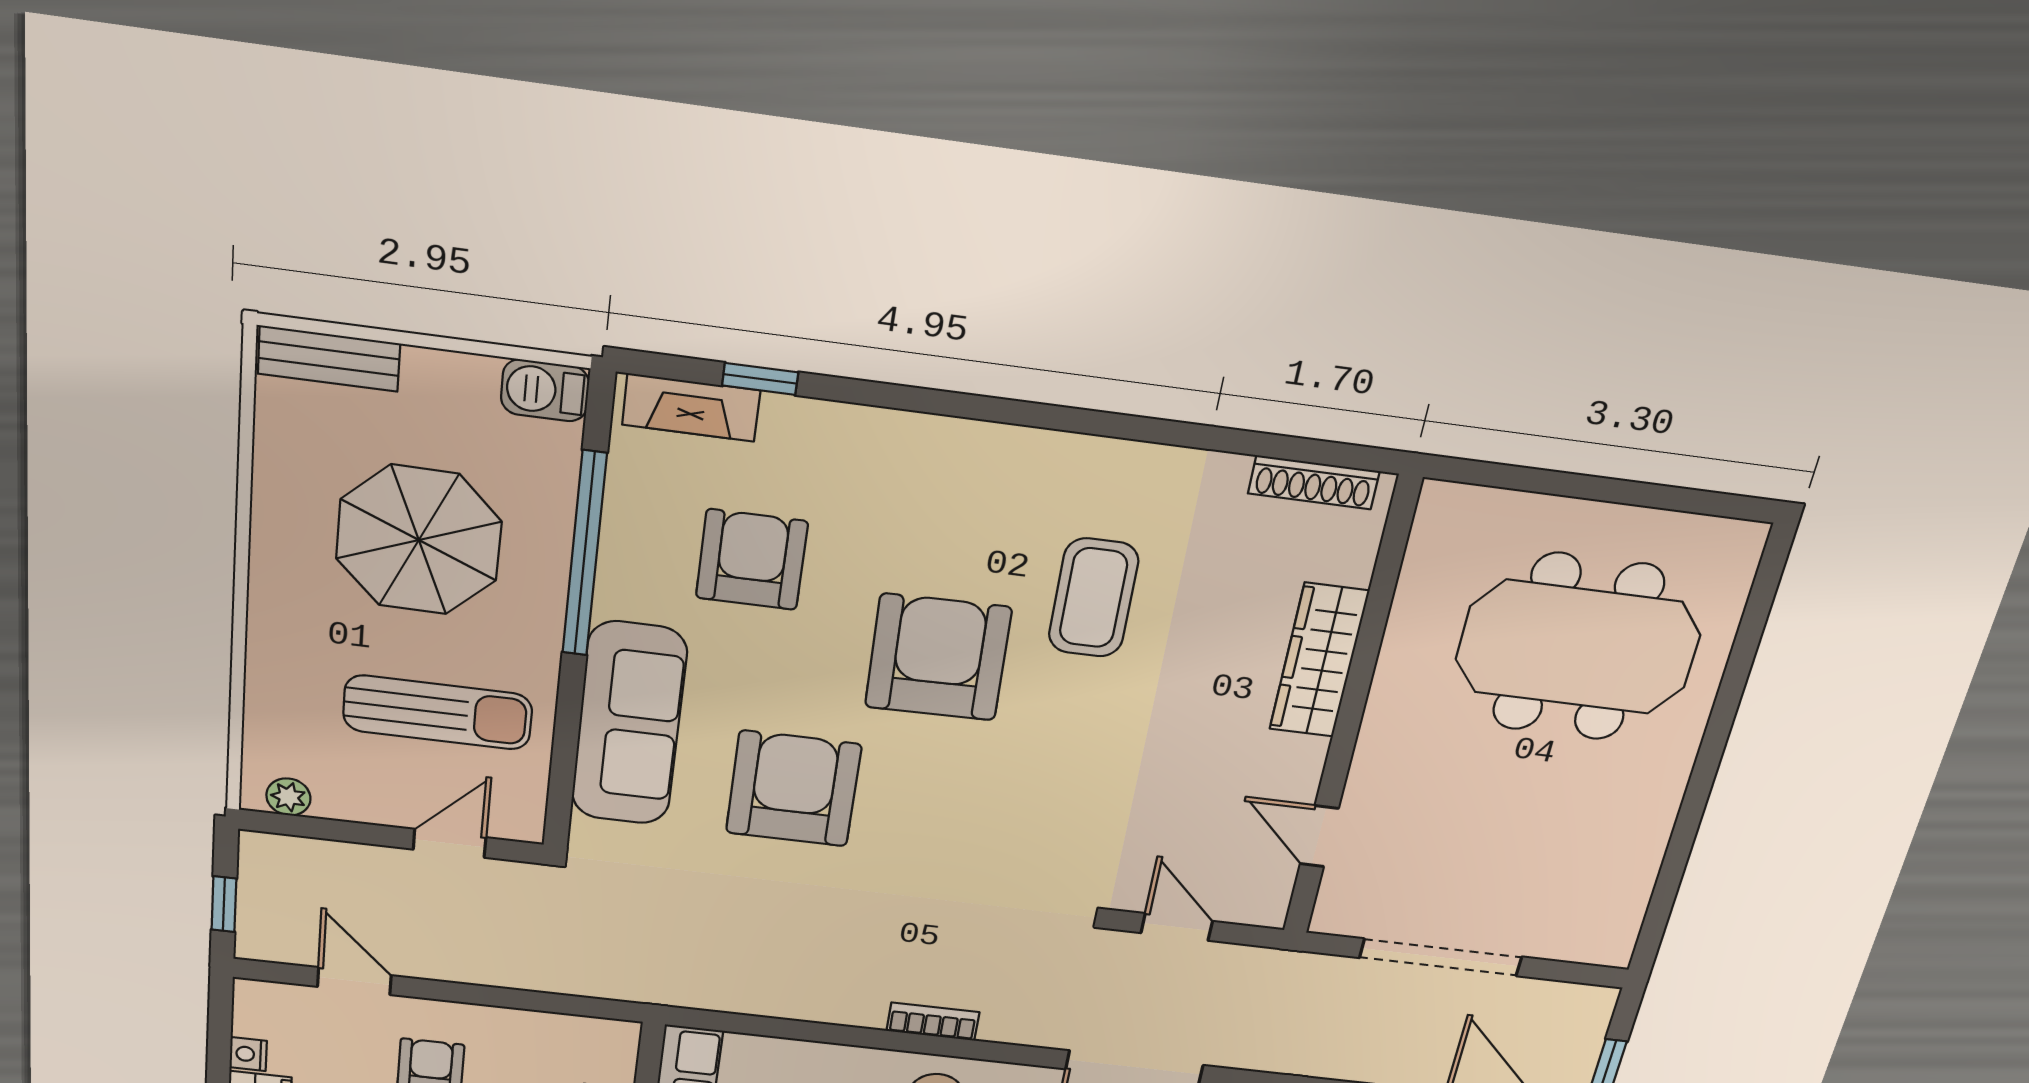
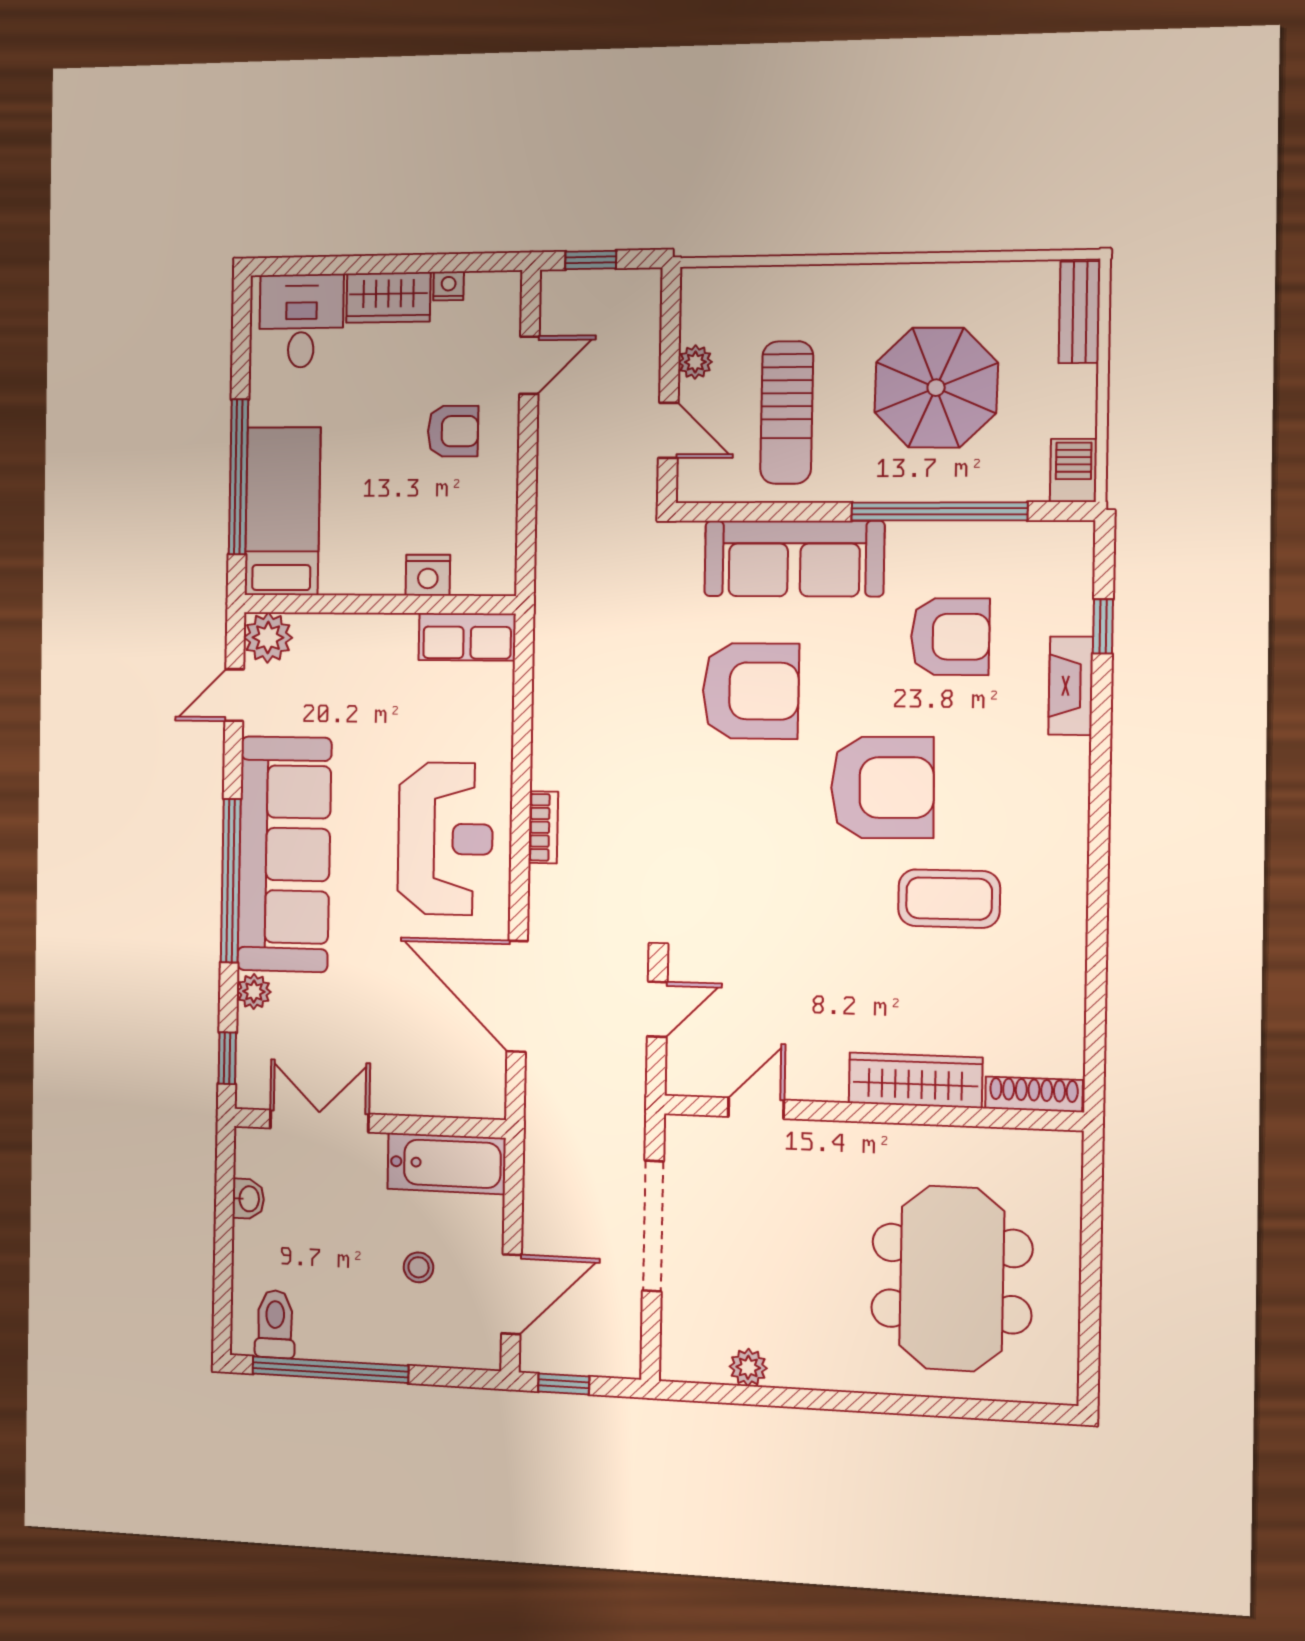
fireplace: (691, 408) -> (1071, 686), moved
shoe rack: (1314, 482) -> (1034, 1094), moved, turned 90
plant: (288, 797) -> (695, 362), moved
plant: (1635, 877) -> (748, 1367), added

